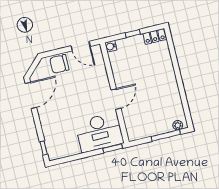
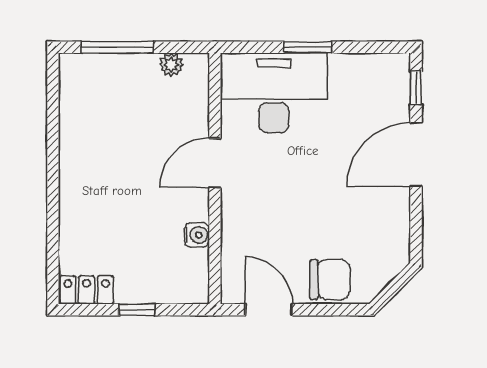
water cooler: (111, 46) -> (197, 235), moved
door: (31, 95) -> (416, 155), moved
plant: (178, 125) -> (171, 65), moved
window: (113, 148) -> (308, 47), moved

